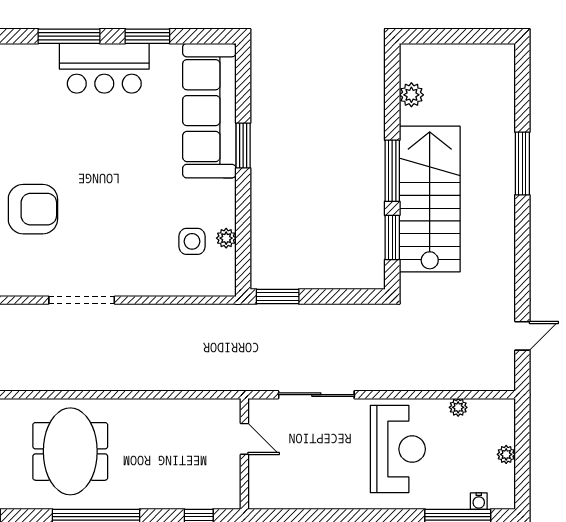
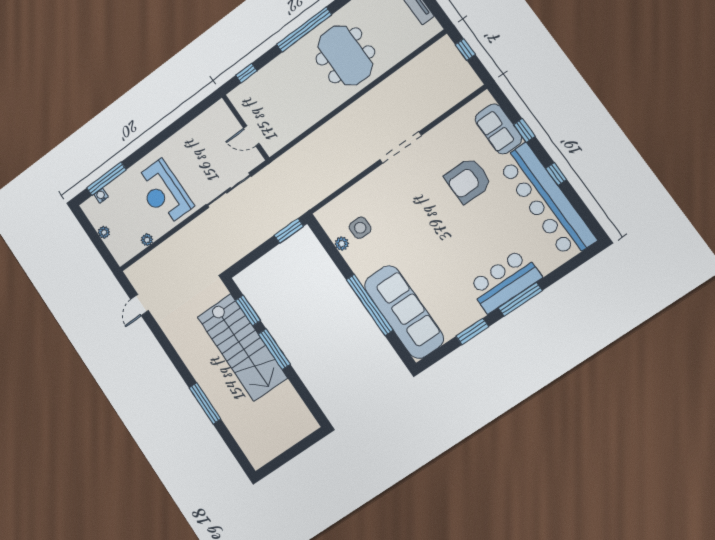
bar counter: (104, 68) -> (505, 281), moved
plant: (411, 95) -> (293, 401), removed
window: (243, 146) -> (370, 305), width x2.11

